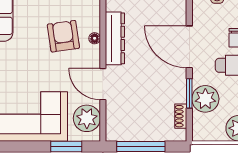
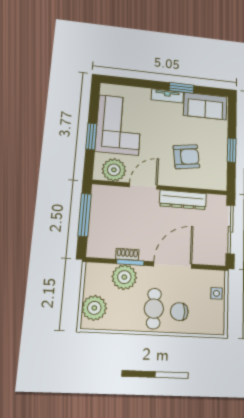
floor lamp: (95, 38) -> (184, 182), removed
shoe rack: (181, 116) -> (127, 254), moved
window: (66, 147) -> (91, 136), moved

